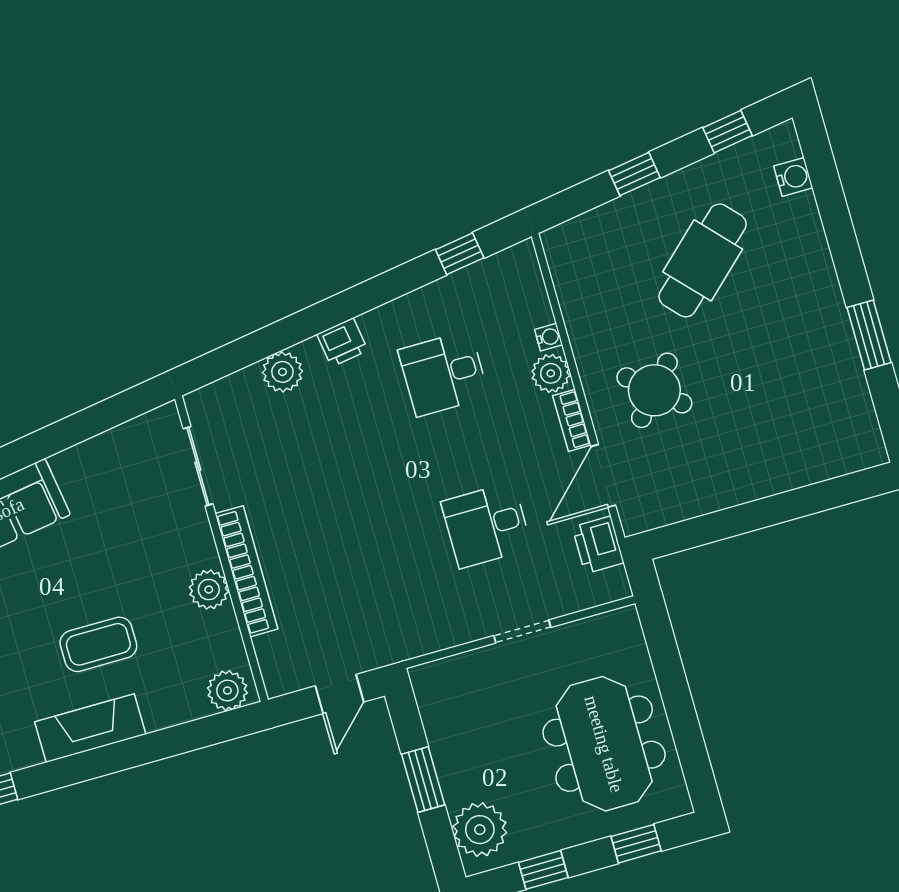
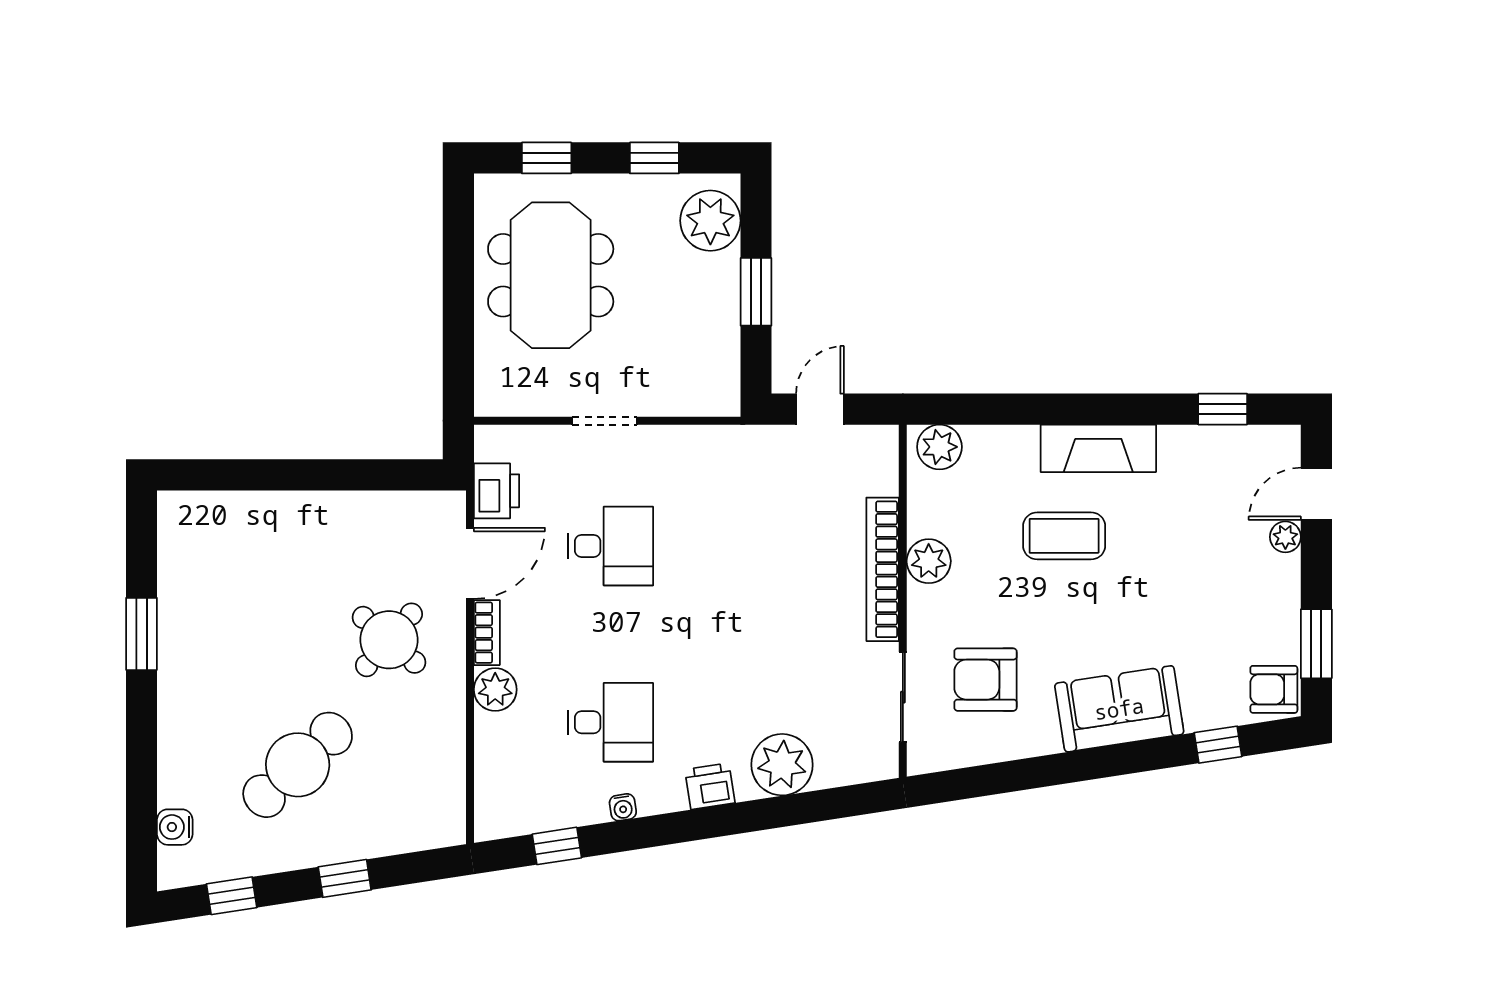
water cooler: (549, 337) -> (623, 807), moved, turned -99
plant: (282, 372) -> (782, 765), width x1.36, depth x1.36
armchair: (131, 501) -> (986, 680), added

